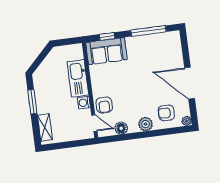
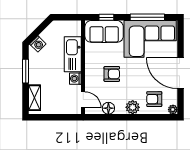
corner sofa: (154, 53) -> (150, 39), added
washing machine: (41, 73) -> (38, 44), added
armchair: (104, 105) -> (112, 74), moved, turned -90

